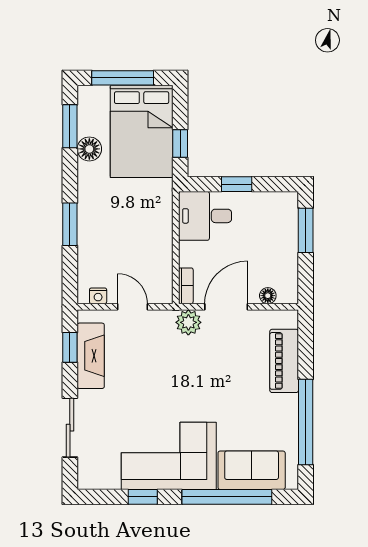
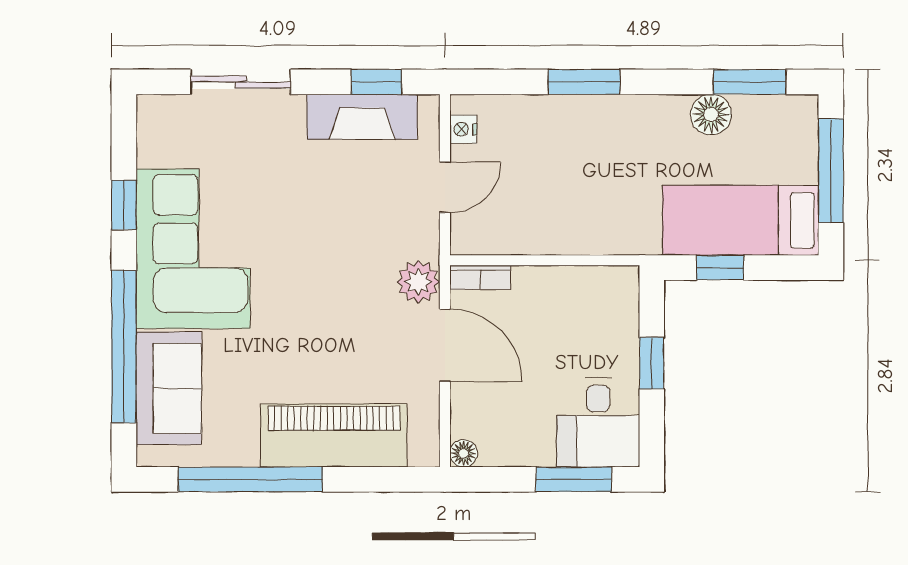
bed: (142, 131) -> (741, 220), width x0.67
desk: (205, 216) -> (598, 423), moved, turned 180
floor lamp: (268, 296) -> (464, 453), moved
piano: (284, 361) -> (334, 435), width x1.37, depth x1.33

